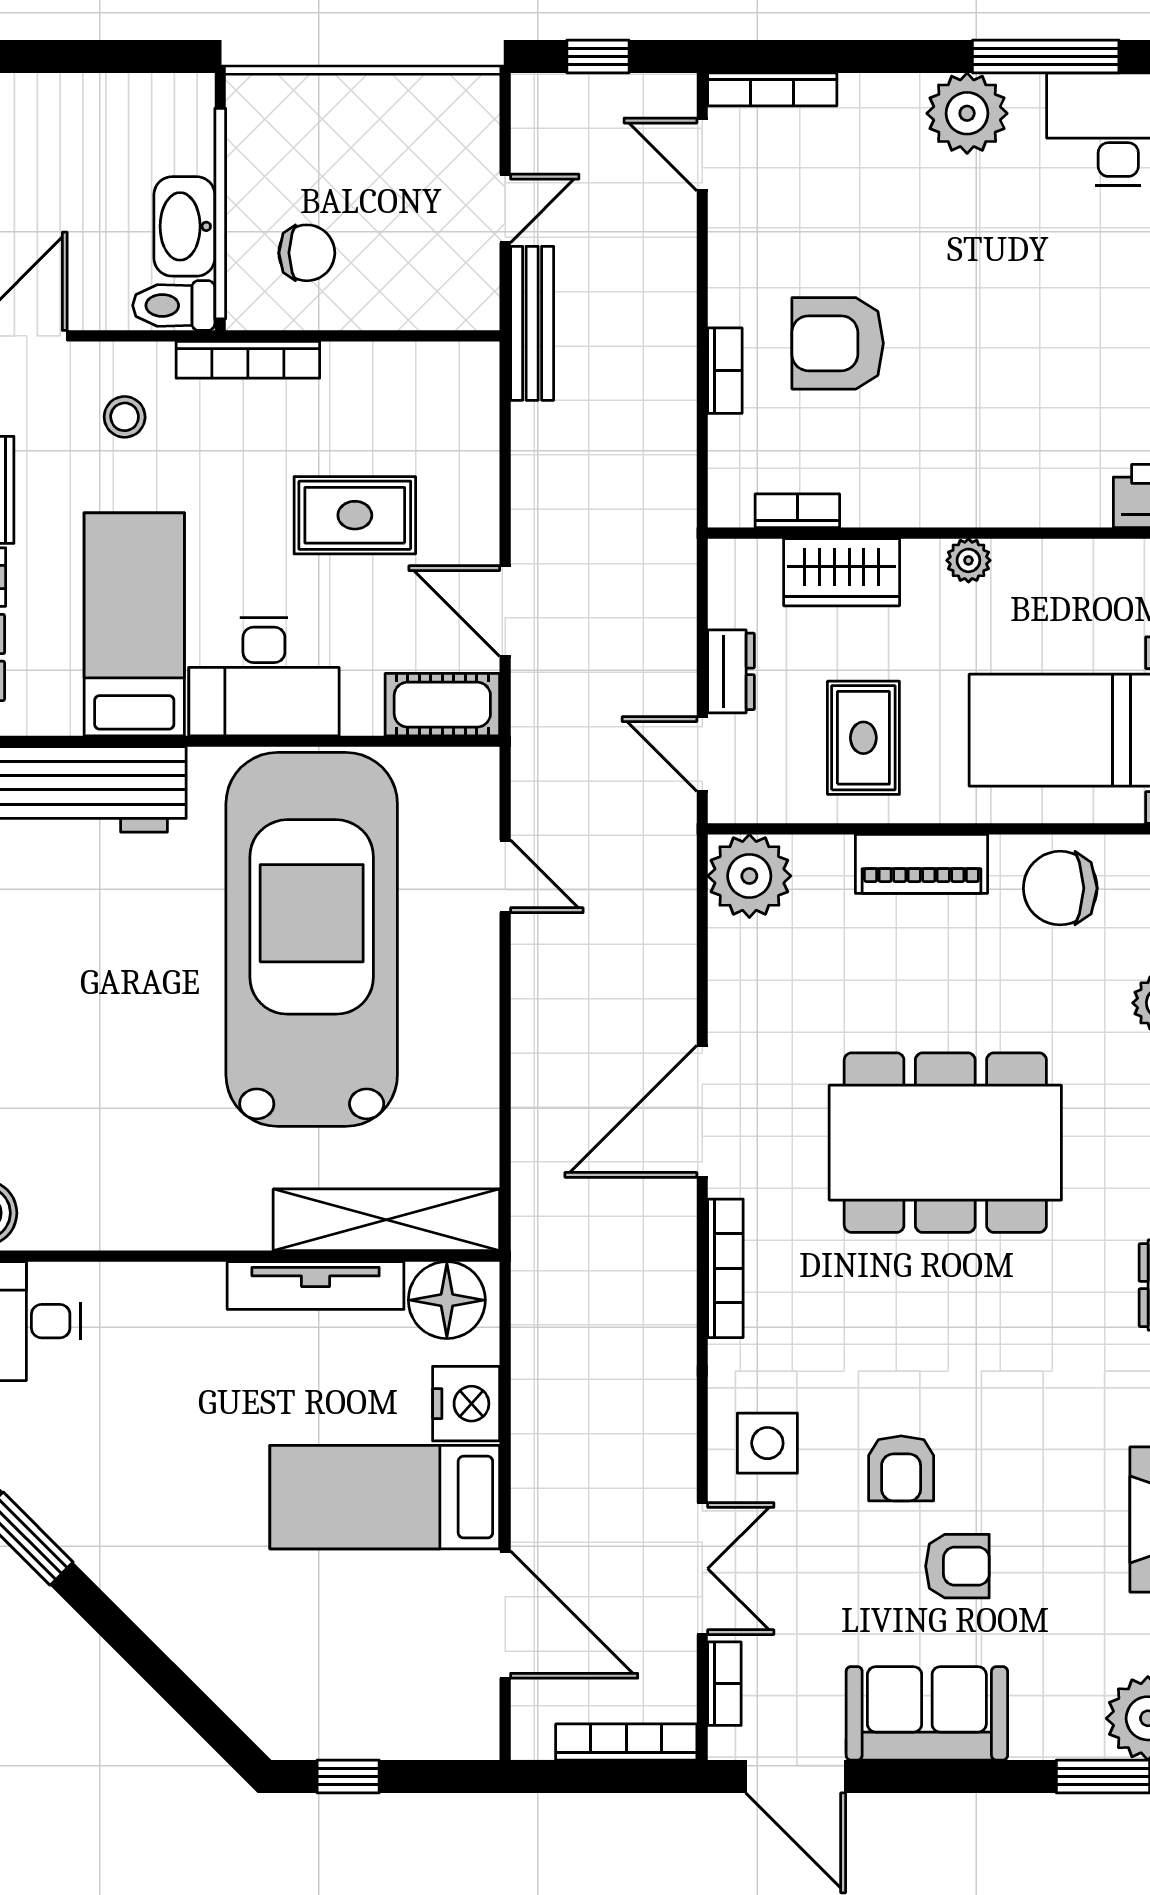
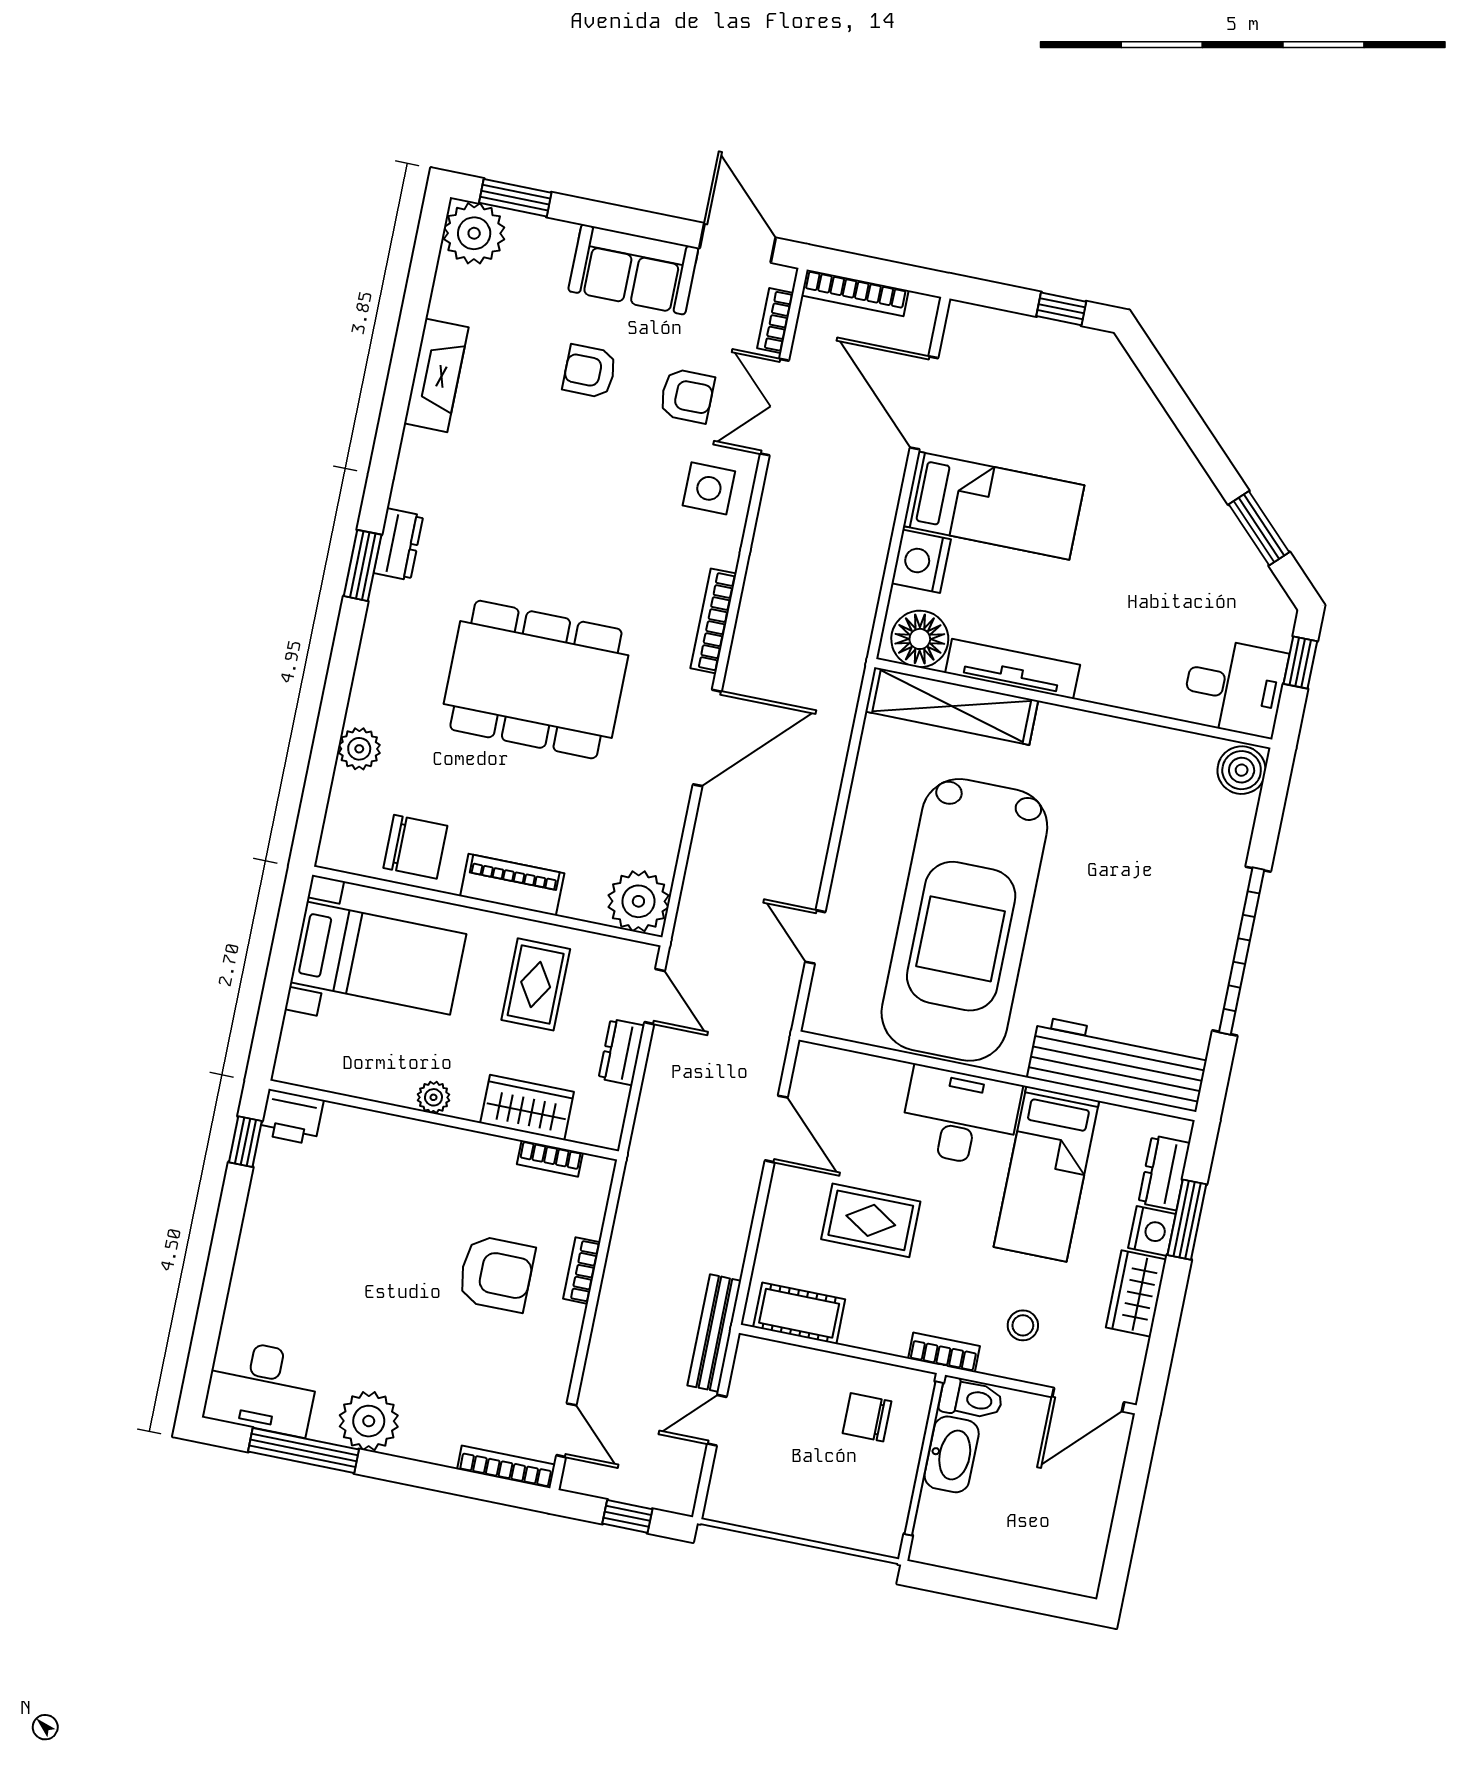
bookcase: (248, 360) -> (944, 1352), width x0.64
cot: (442, 705) -> (799, 1313), moved
armchair: (901, 1468) -> (687, 396), moved, turned 90

